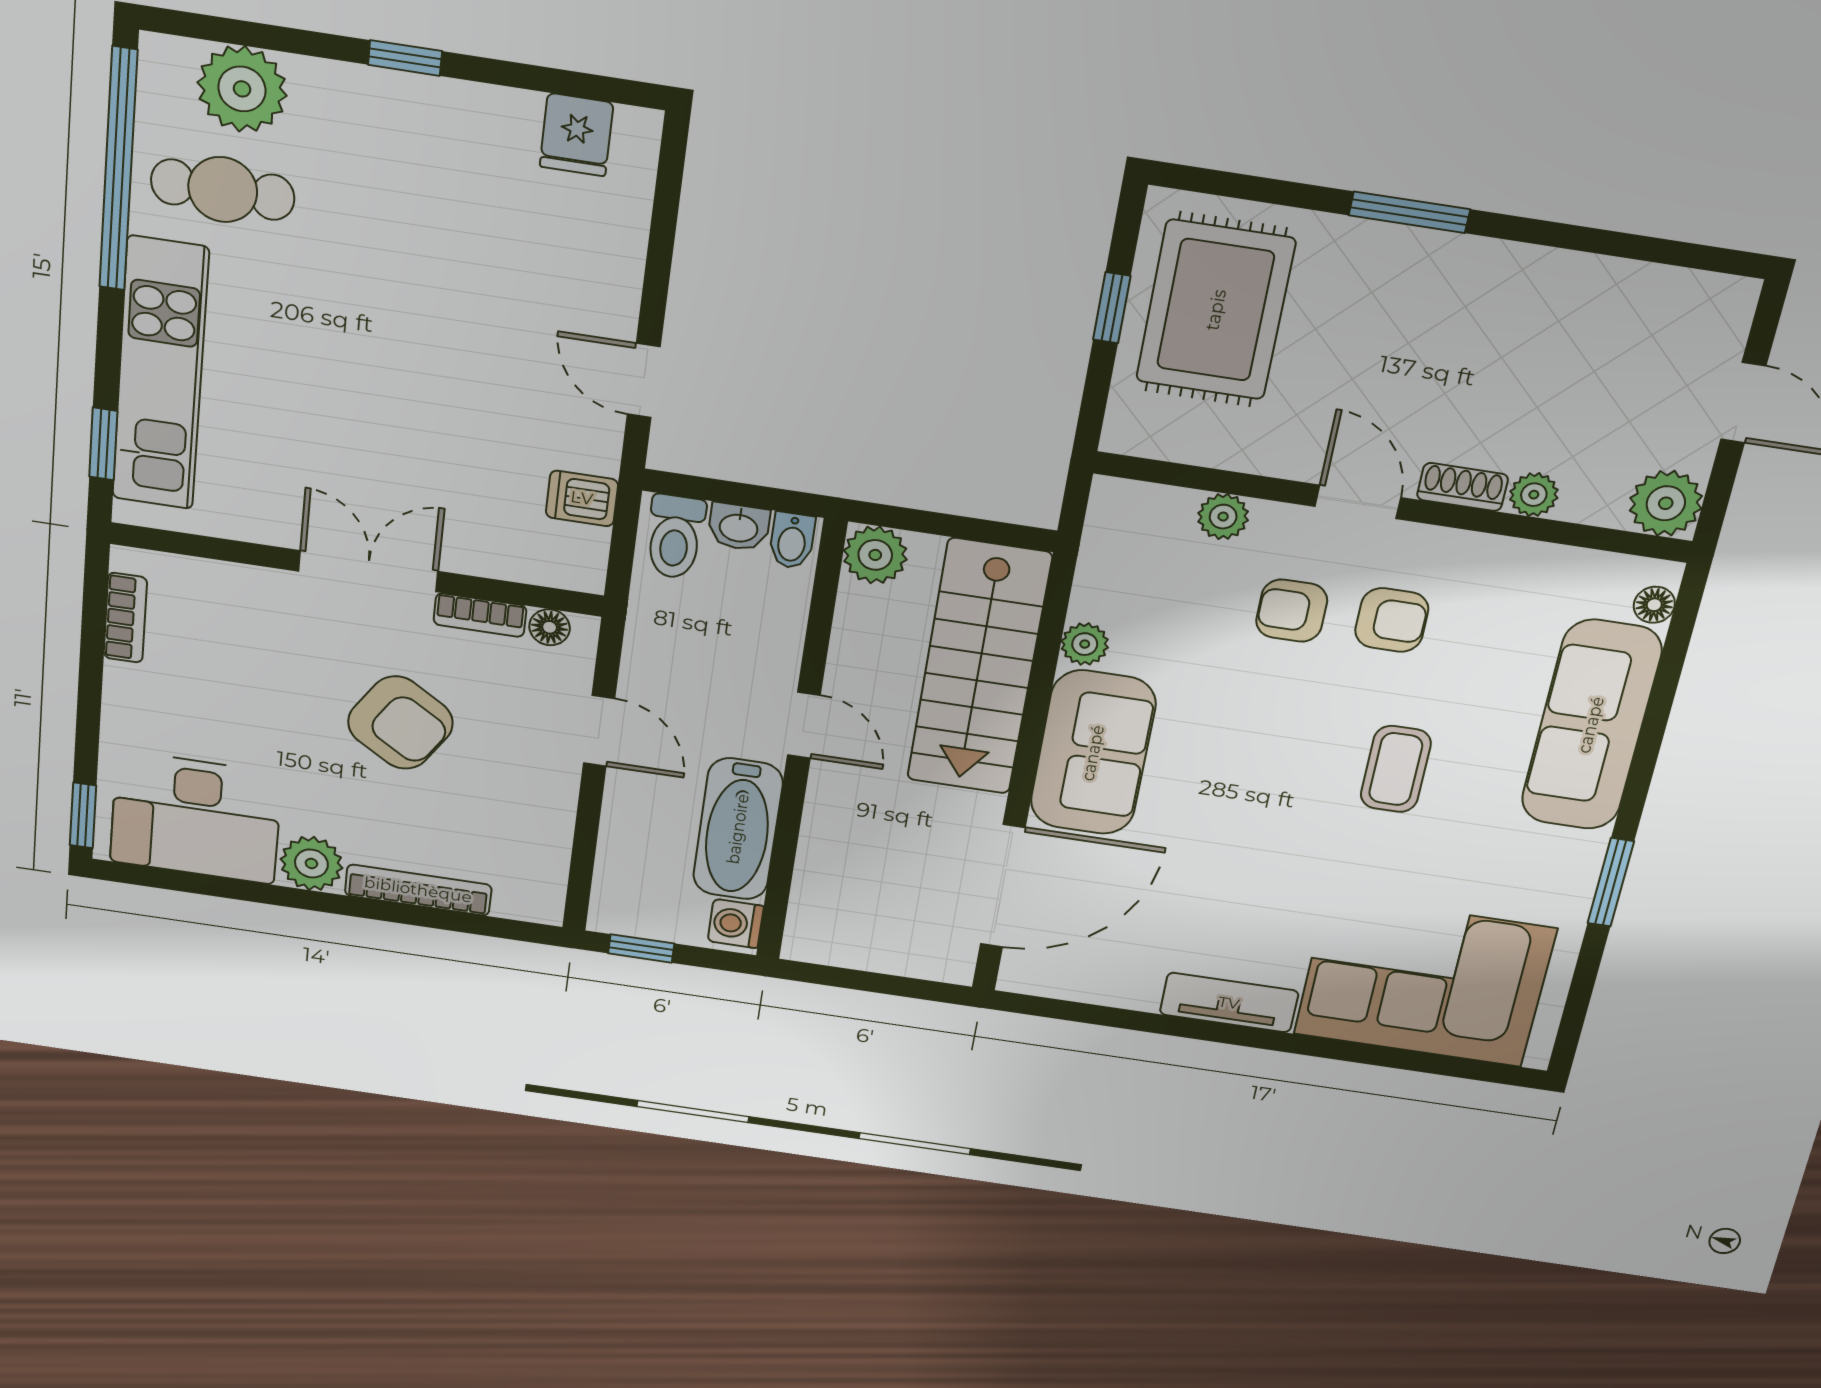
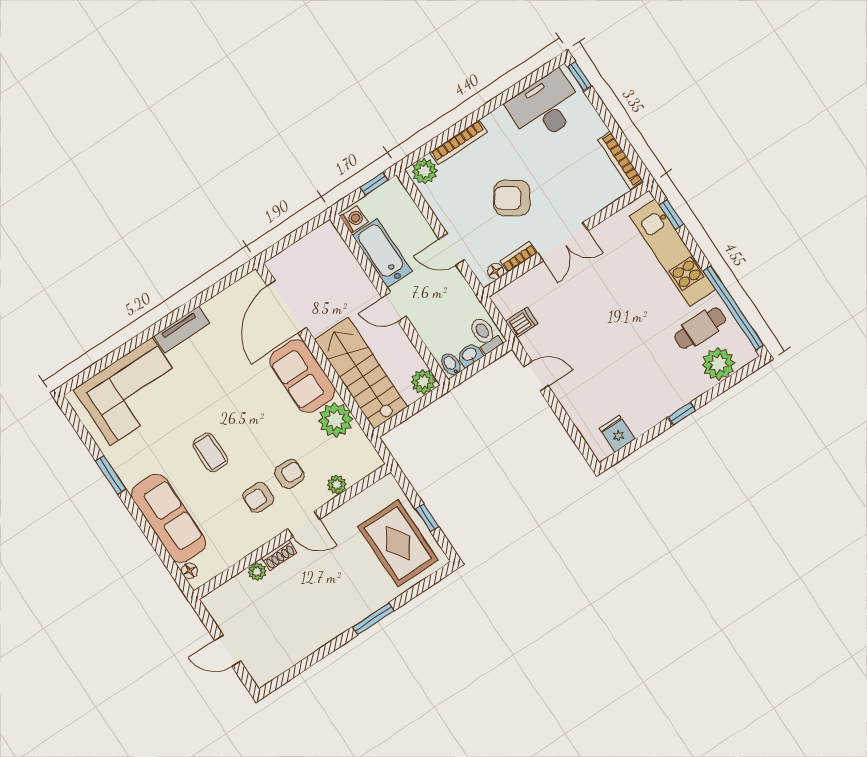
plant: (1666, 503) -> (218, 603), removed
bookcase: (125, 618) -> (620, 160), width x1.56
plant: (1085, 644) -> (336, 420), width x1.87, depth x1.87
plant: (311, 863) -> (425, 171), moved

